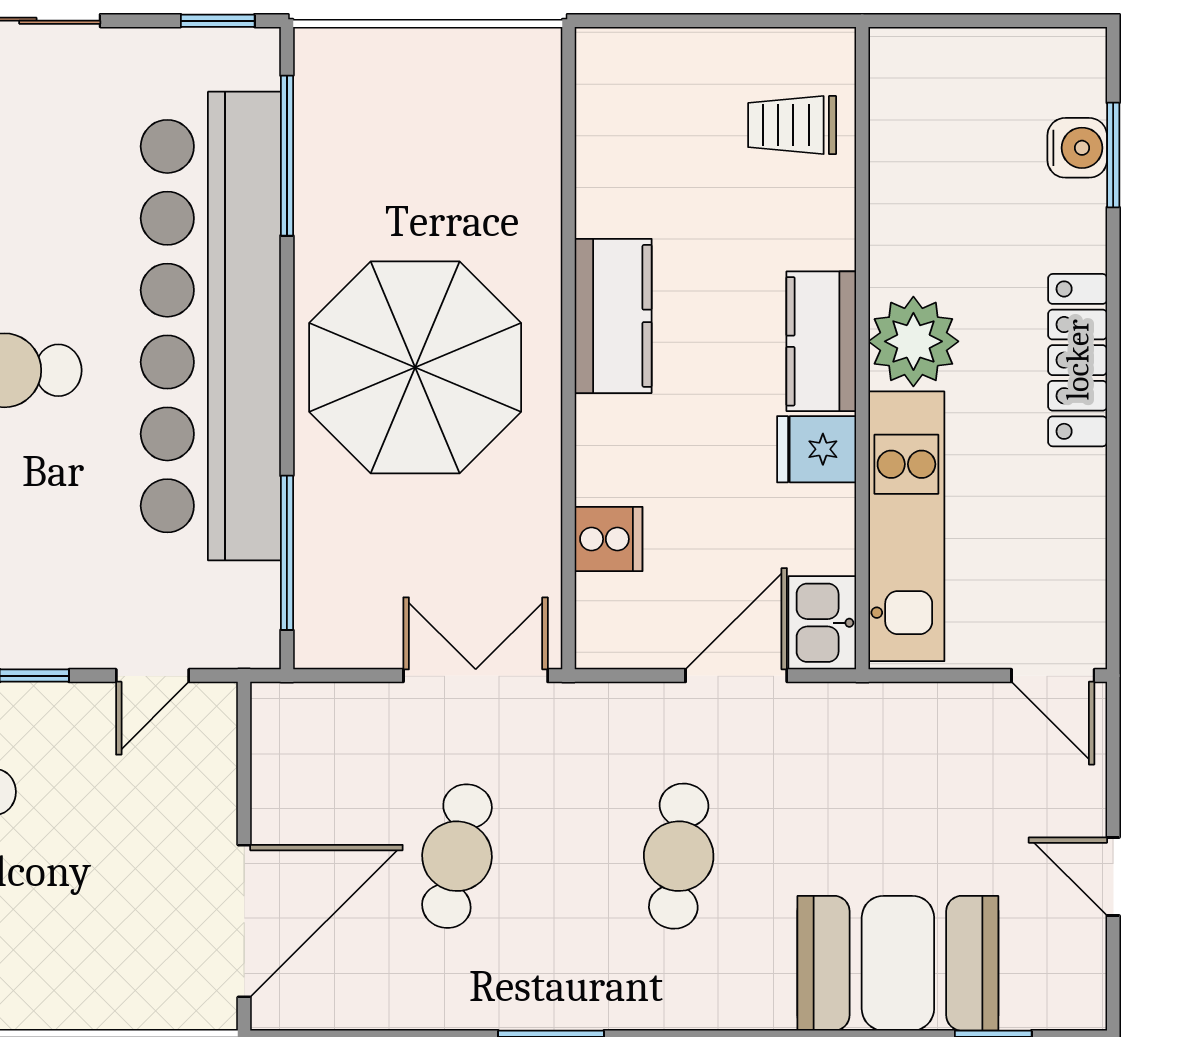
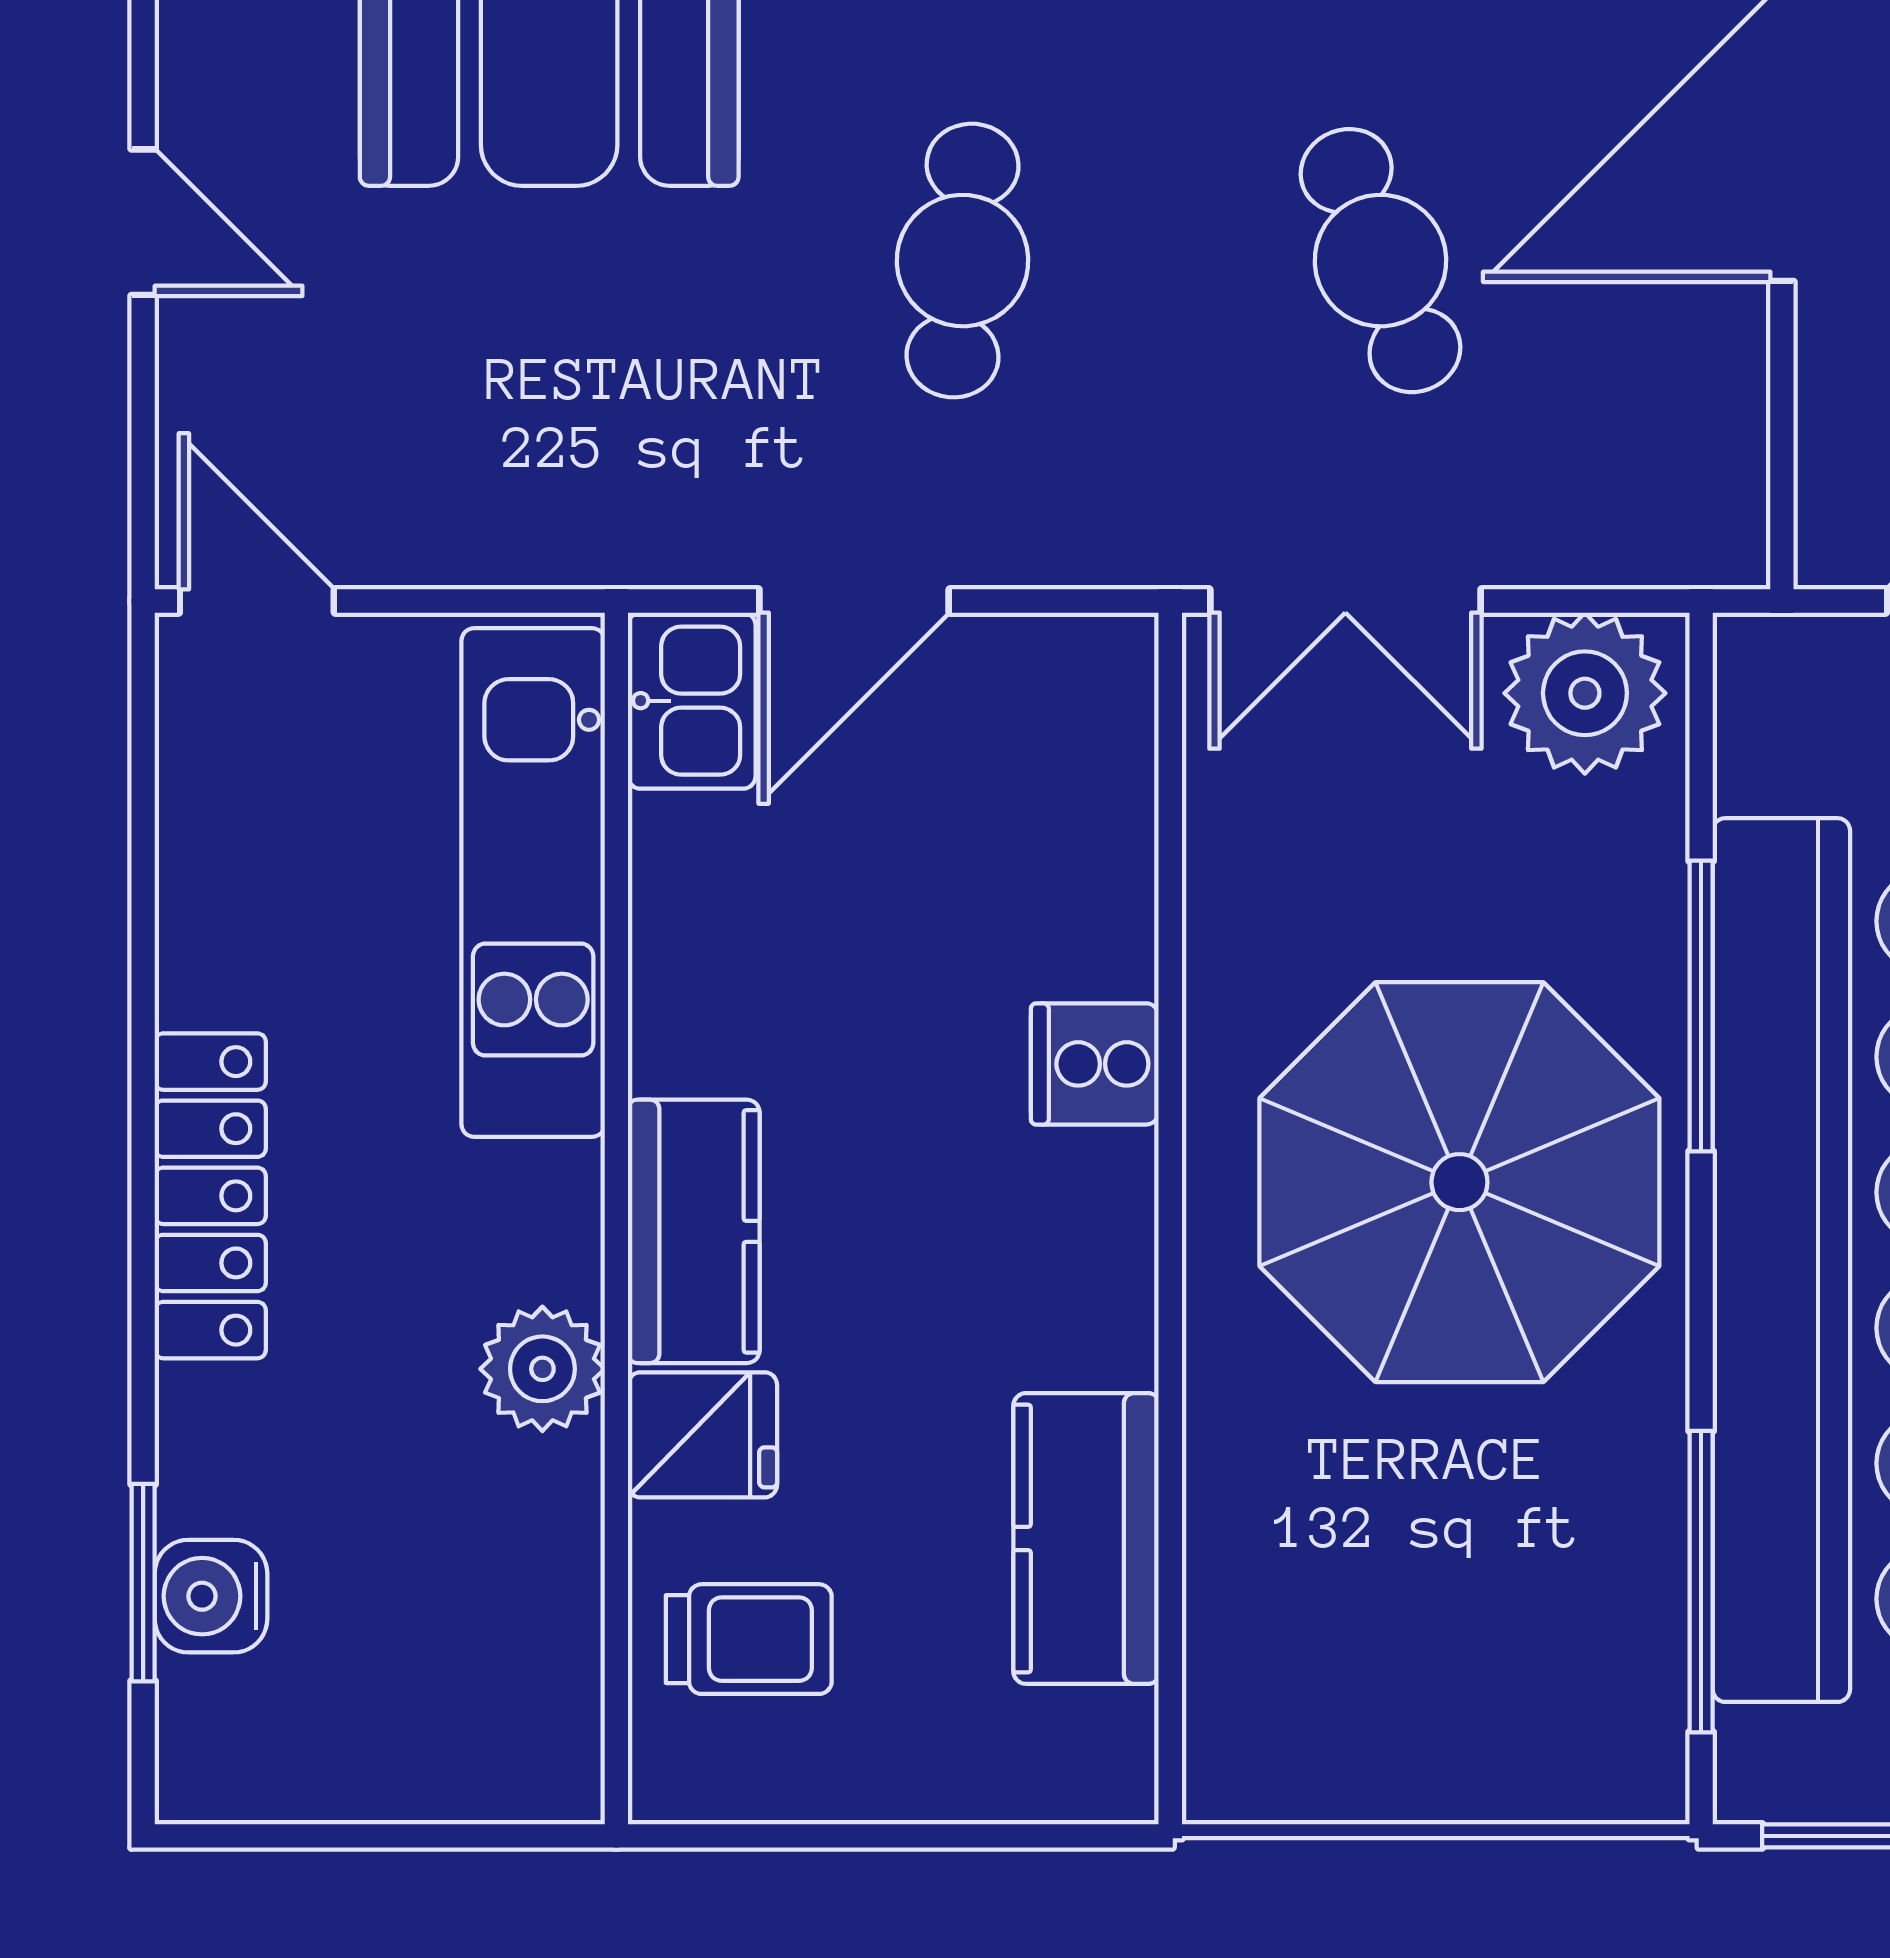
kitchen counter: (613, 316) -> (1086, 1538), moved
plant: (913, 341) -> (542, 1369), moved, width x0.73, depth x0.73
fridge: (817, 449) -> (702, 1435), moved
cooker: (609, 539) -> (1095, 1064), moved
window: (287, 553) -> (1701, 1006), moved
plant: (349, 627) -> (1585, 693), added
cafe table: (457, 856) -> (1381, 261), turned -33

